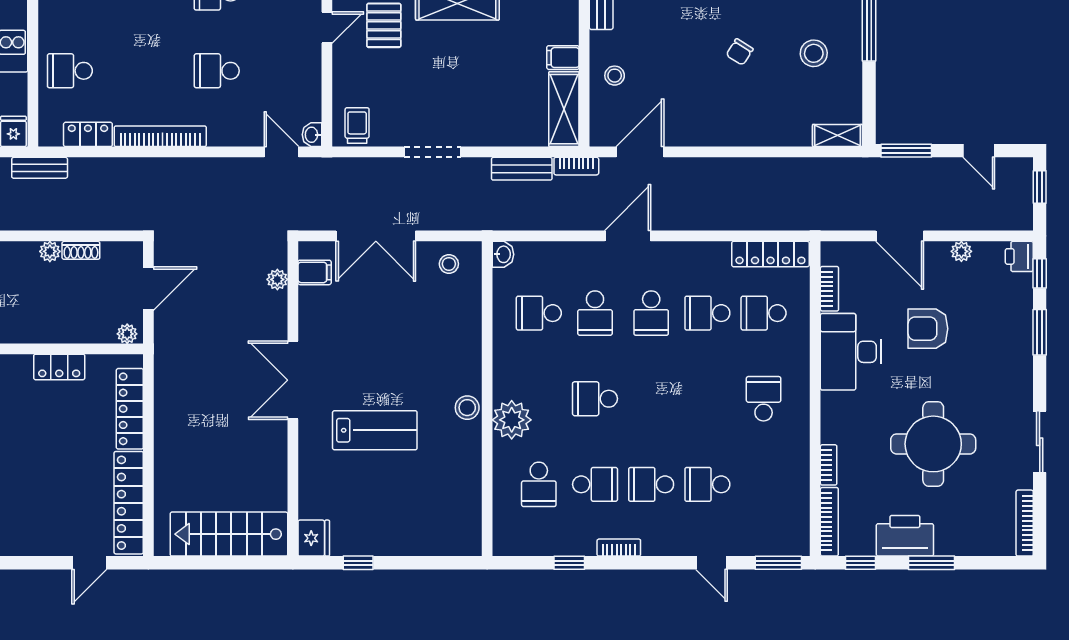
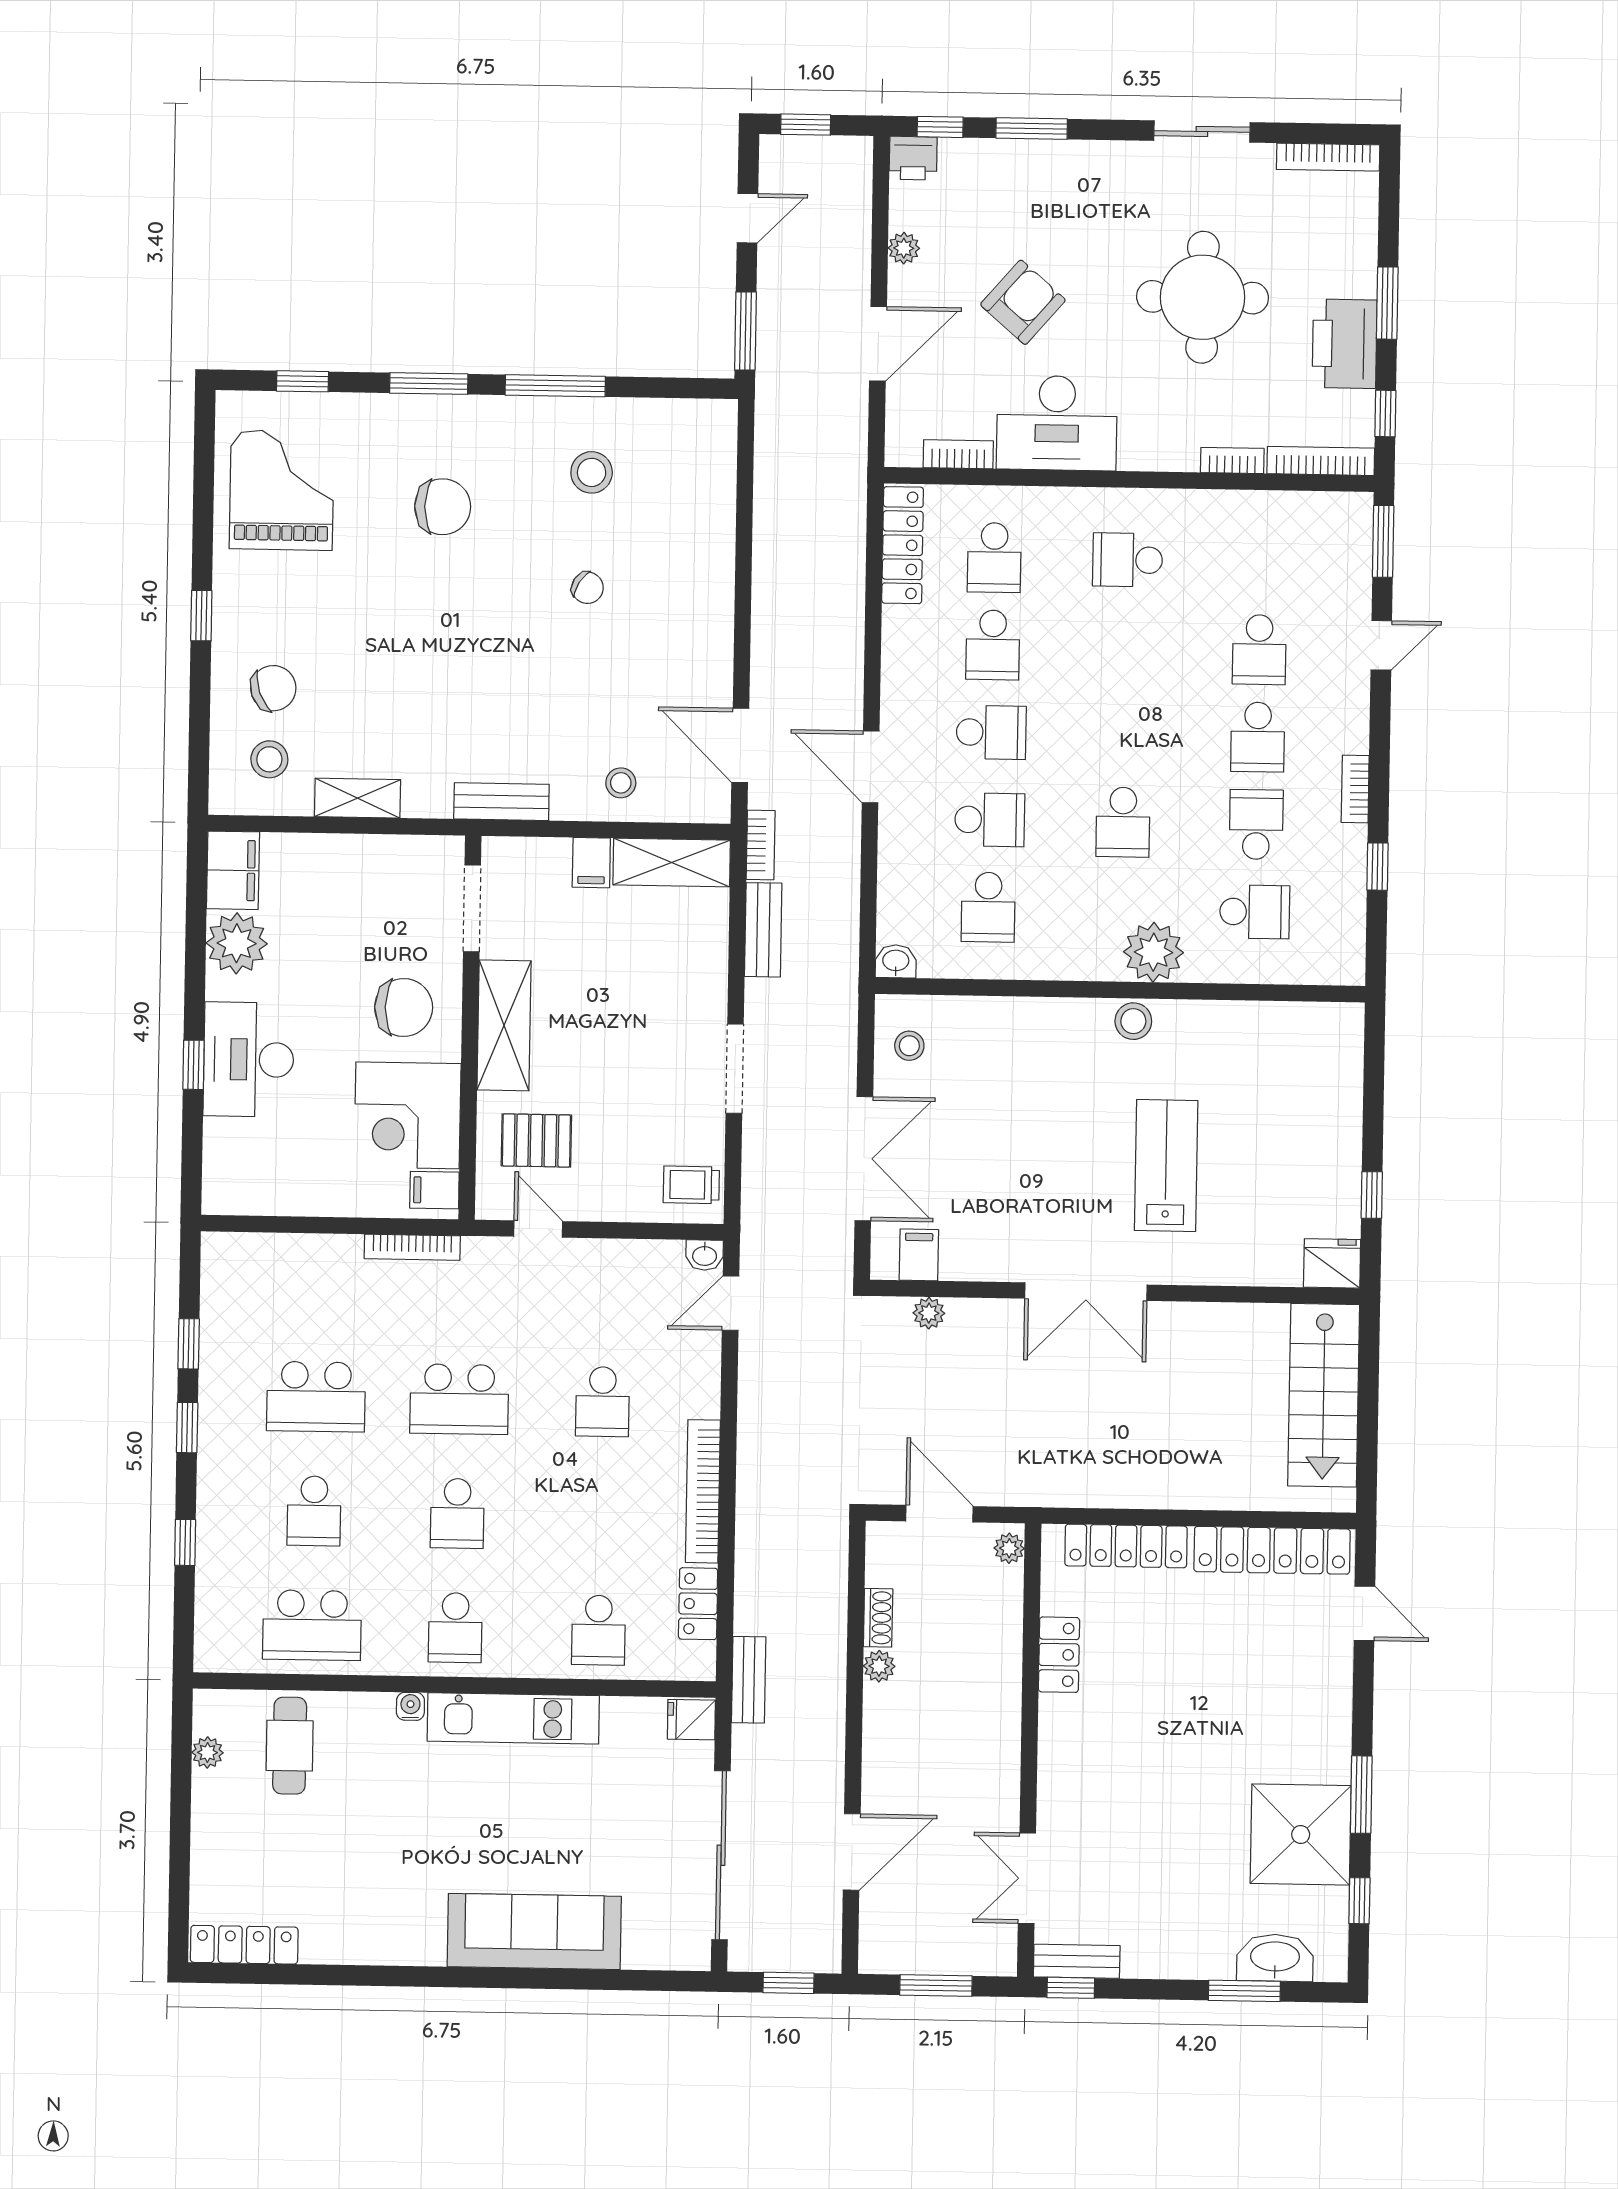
shelving: (838, 135) -> (720, 438), removed
armchair: (928, 329) -> (1023, 302), turned -139

